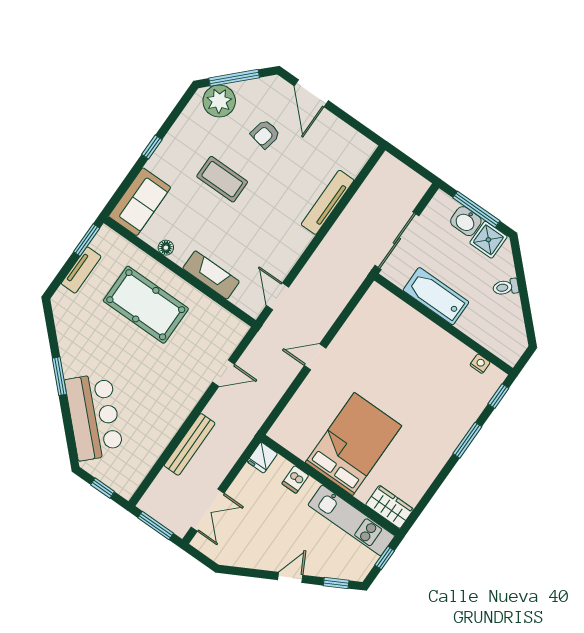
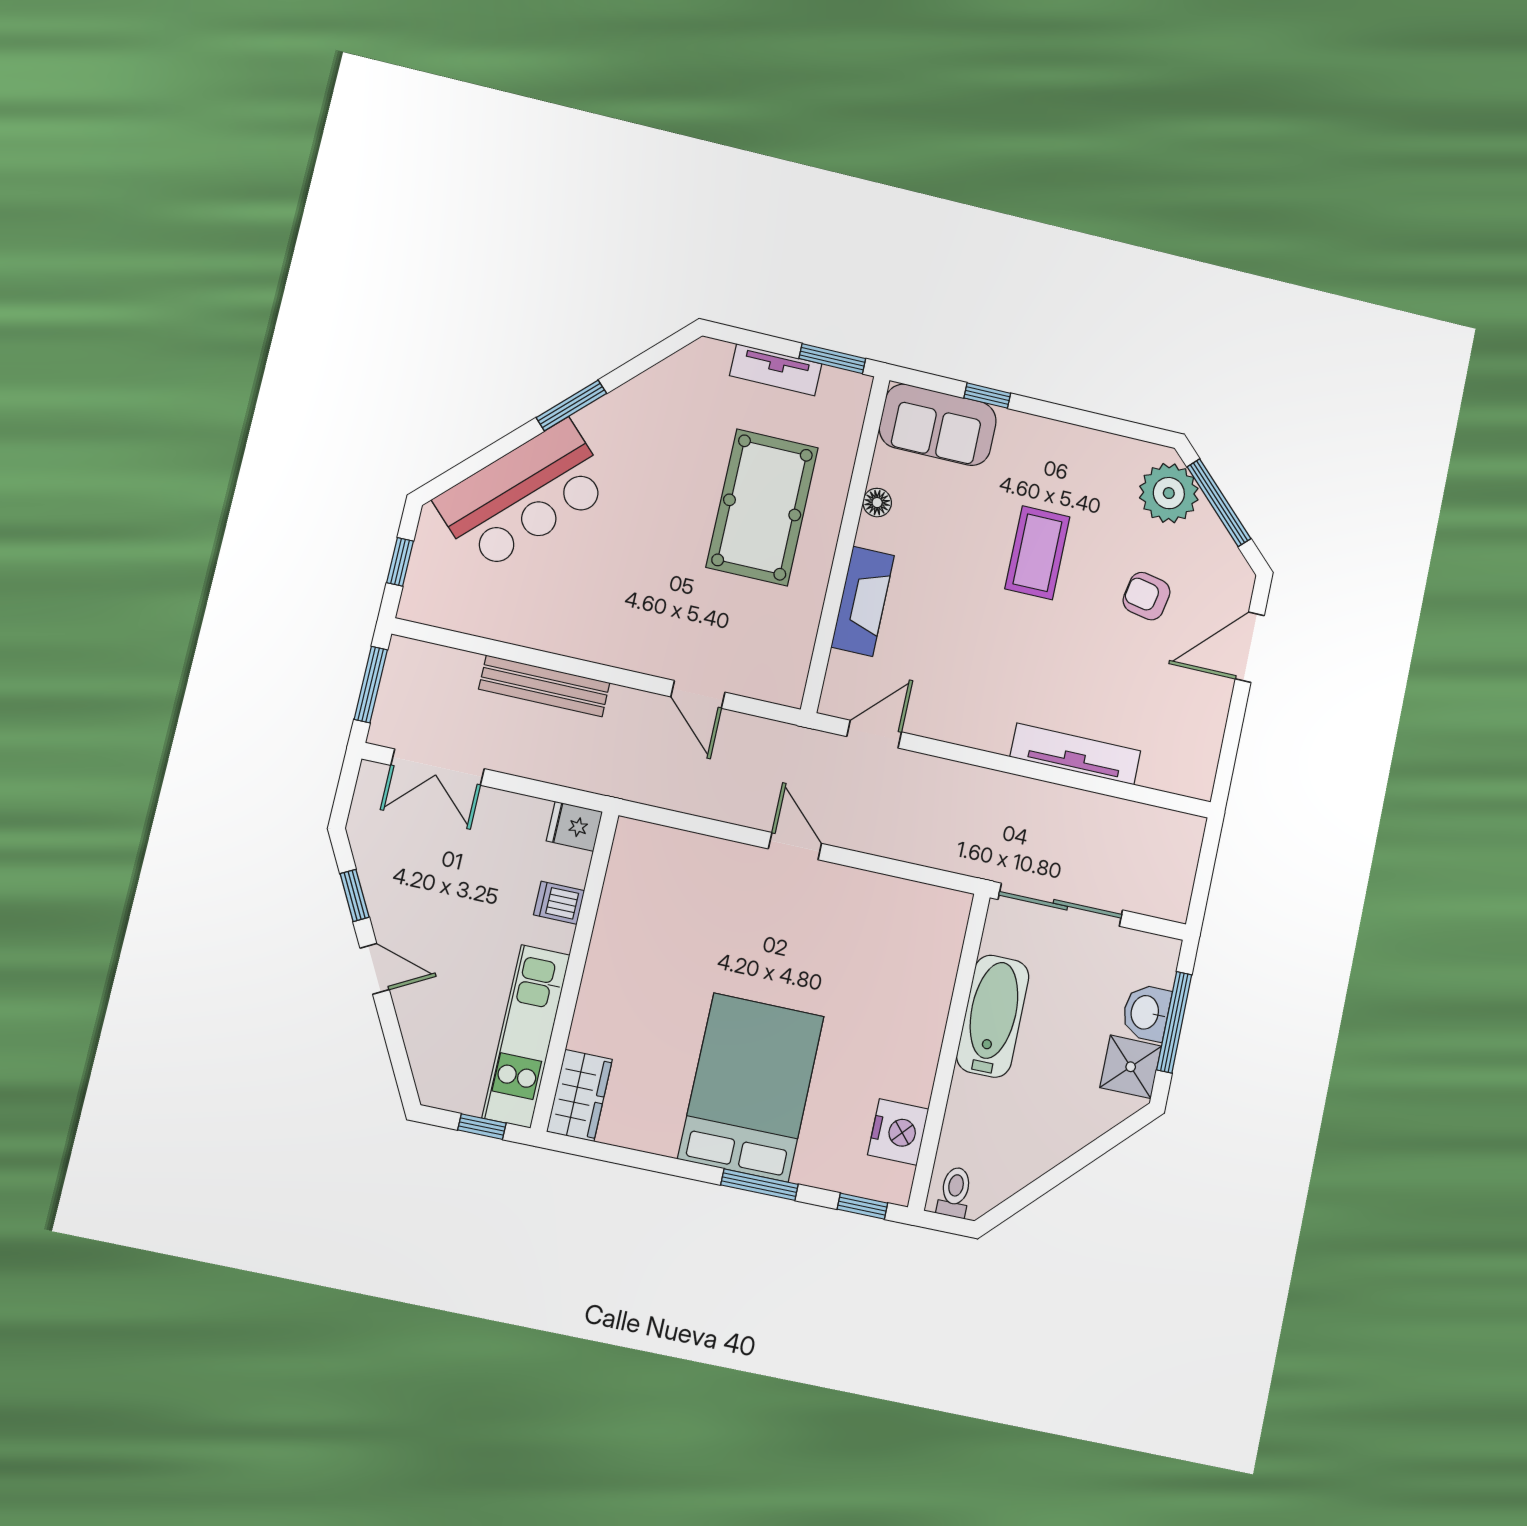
window: (152, 147) -> (987, 396), moved
toilet: (506, 287) -> (955, 1192), moved, turned 45
nightstand: (480, 364) -> (898, 1132), width x1.89, depth x1.79
bed: (353, 444) -> (751, 1087), moved, turned -90
window: (336, 583) -> (355, 895), moved

